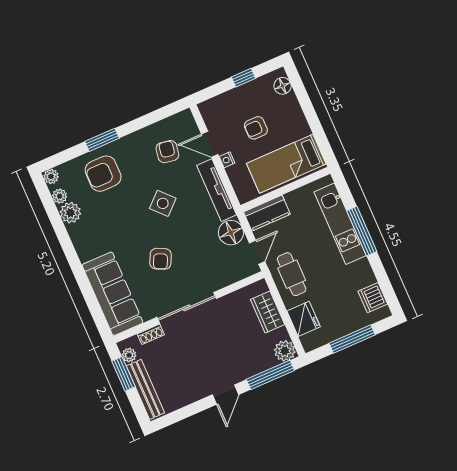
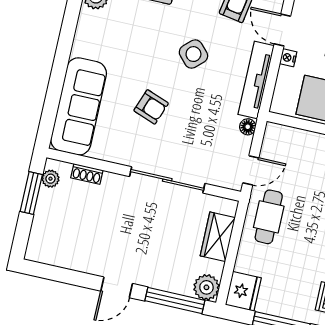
kitchen counter: (267, 213) -> (289, 139), removed
floor lamp: (231, 233) -> (248, 127), width x0.53, depth x0.53
armchair: (161, 259) -> (151, 107), turned -96
sliding door: (187, 308) -> (167, 180), moved
fridge: (304, 319) -> (243, 291), moved
bench: (145, 389) -> (42, 224), removed

